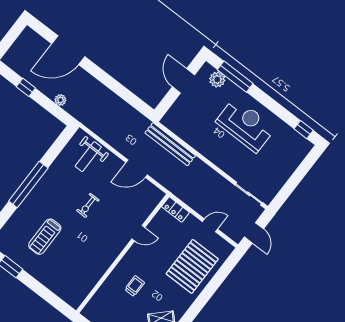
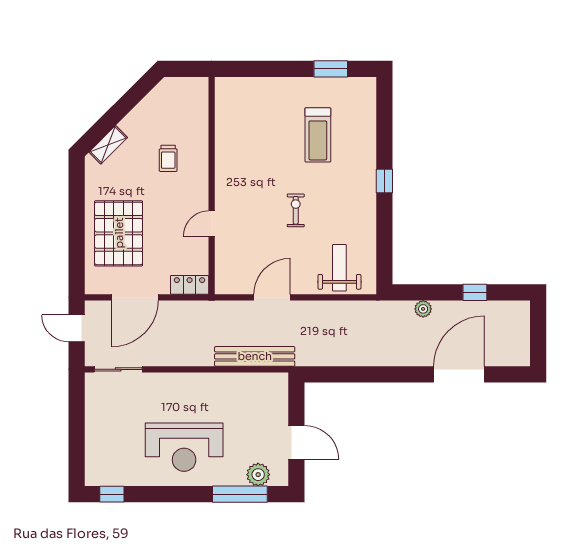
window: (28, 184) -> (384, 181), width x0.32
door: (210, 225) -> (135, 297), width x1.87
treadmill: (45, 237) -> (318, 135), turned 180

